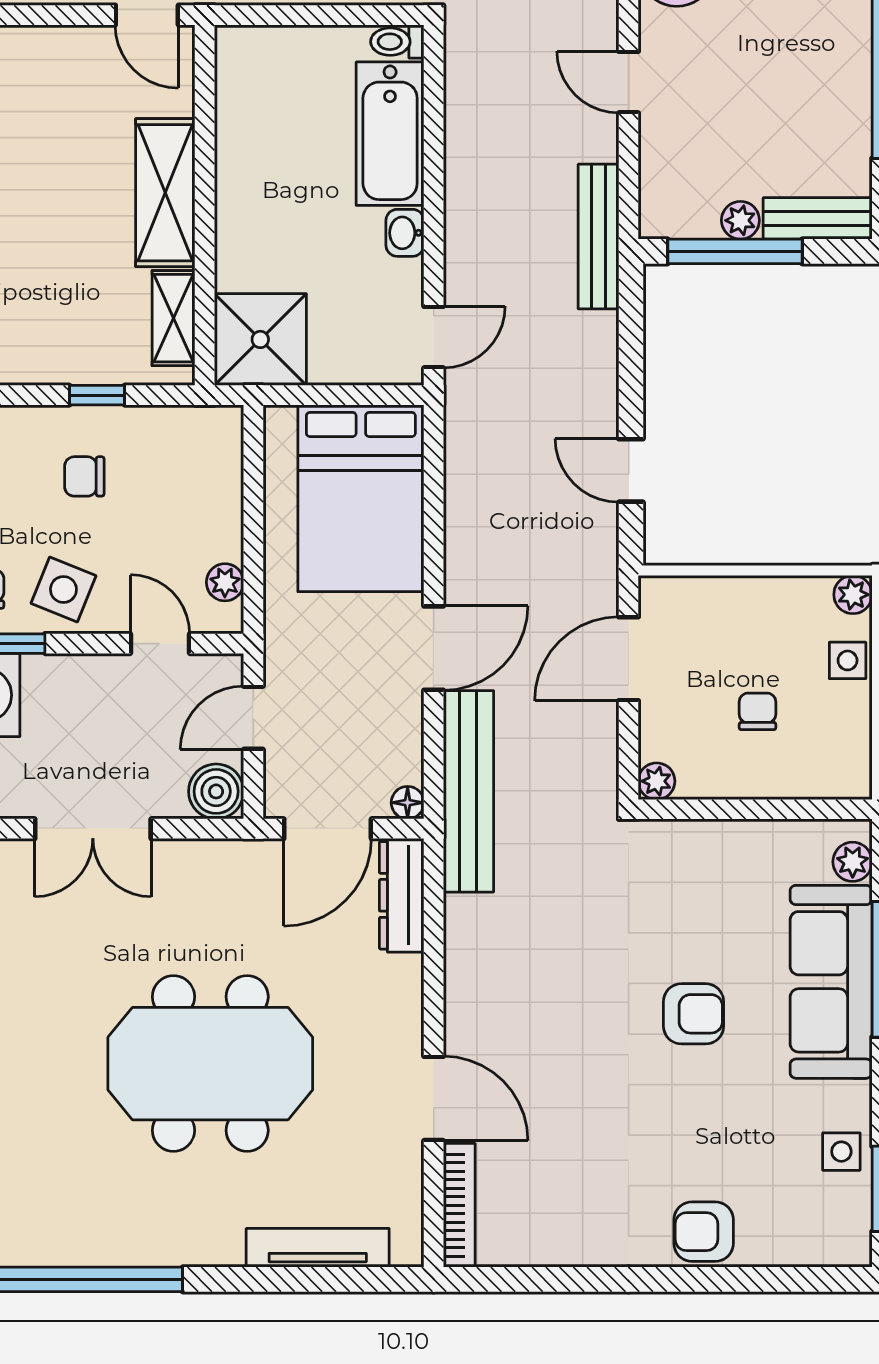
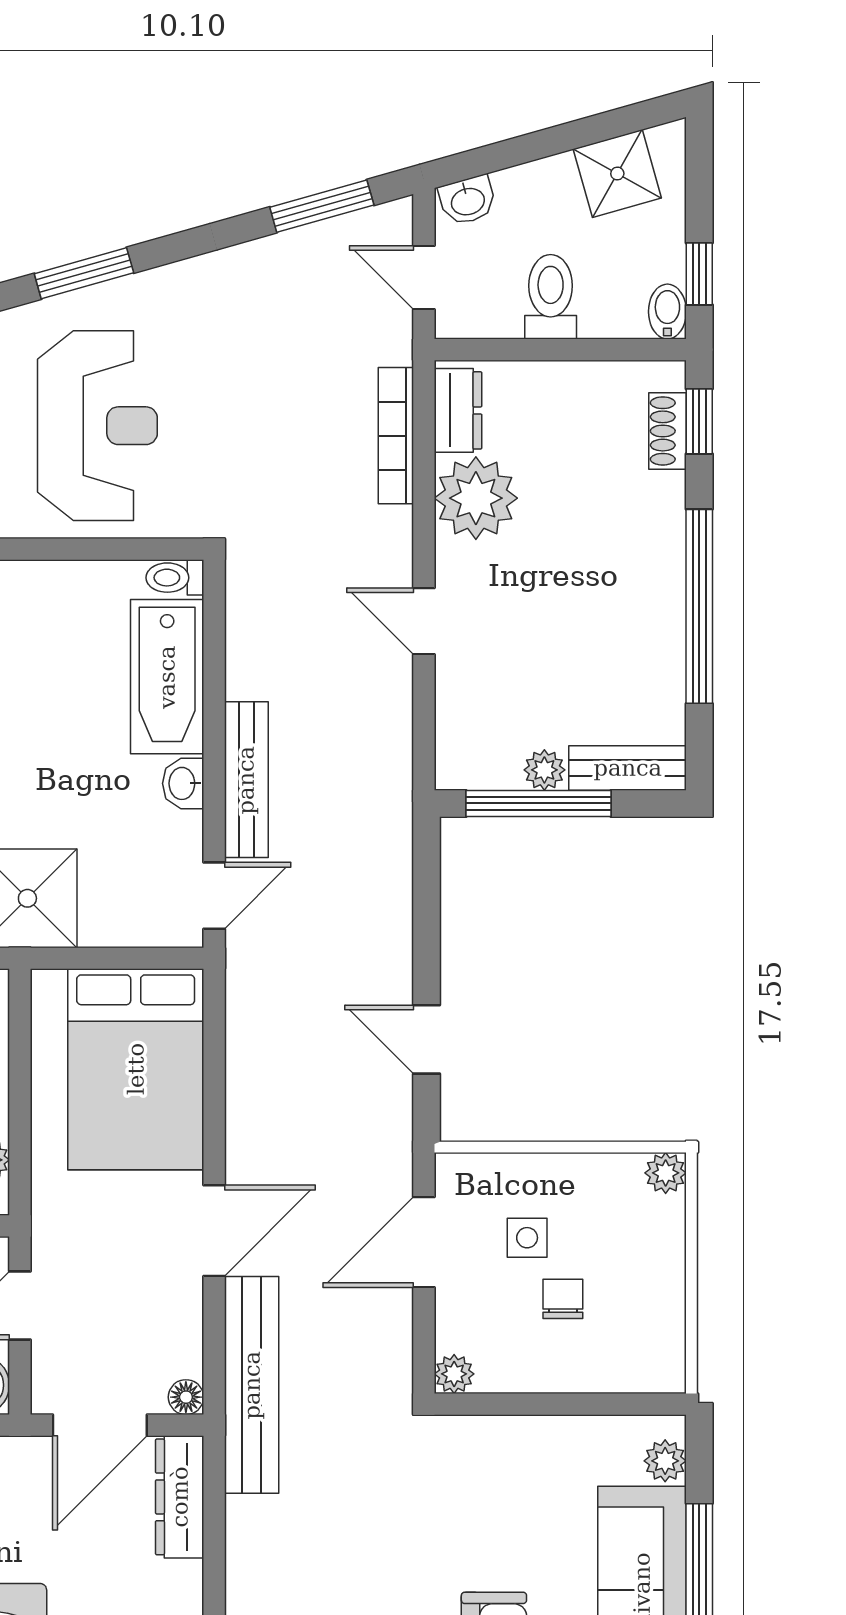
bench: (598, 237) -> (246, 780), moved
side table: (848, 660) -> (527, 1238), moved

